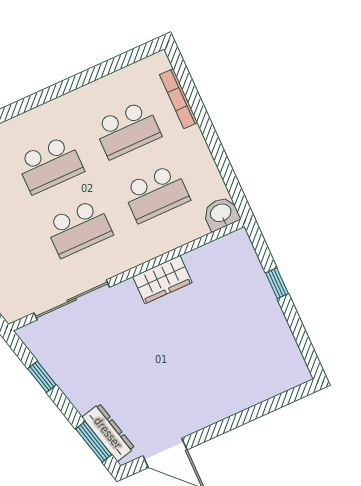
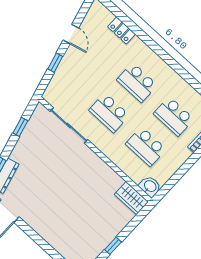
wardrobe: (162, 280) -> (131, 198), moved
window: (277, 283) -> (113, 246), moved

